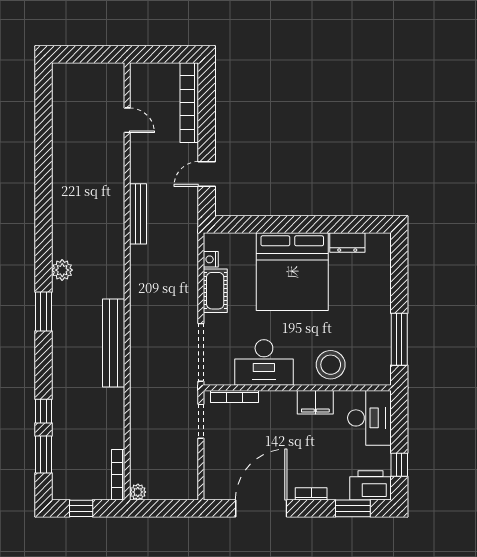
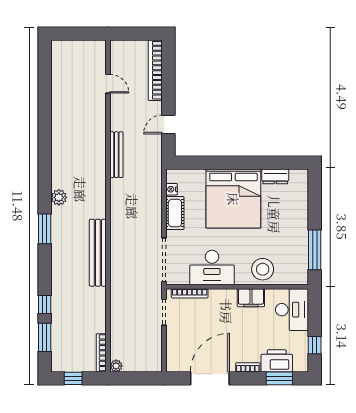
printer: (370, 485) -> (277, 361), moved

